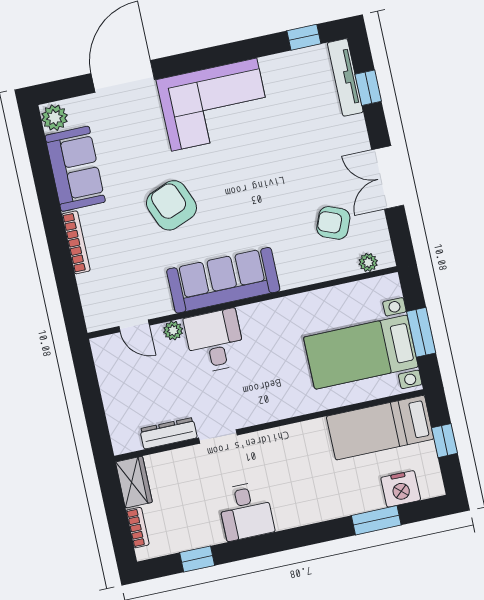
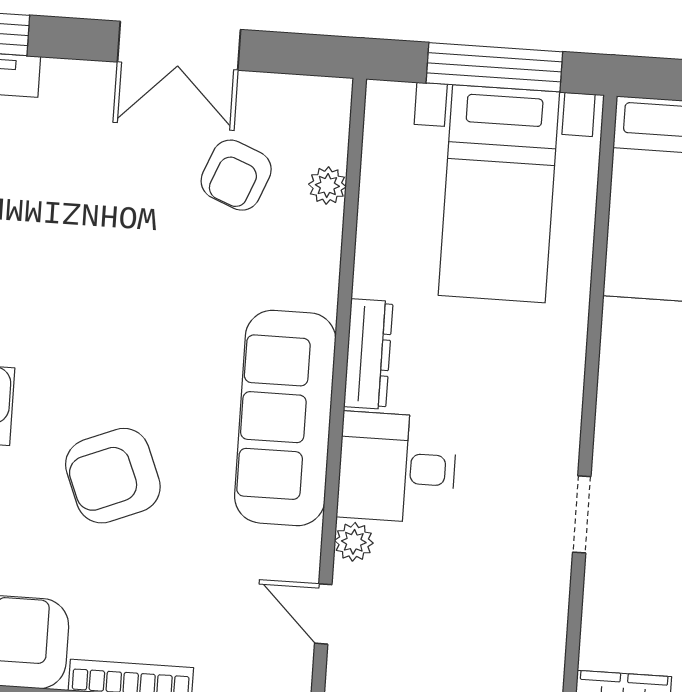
plant: (368, 262) -> (327, 186), moved
door: (134, 326) -> (323, 614), swing flipped
window: (421, 332) -> (494, 67), width x1.44
dresser: (168, 433) -> (368, 354), moved, turned 180

